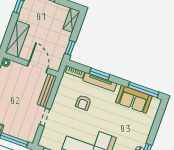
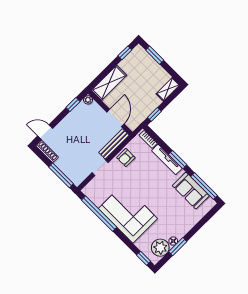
window: (99, 74) -> (178, 160), moved
armchair: (83, 103) -> (126, 158), moved

